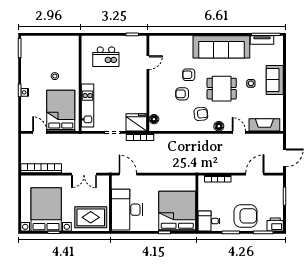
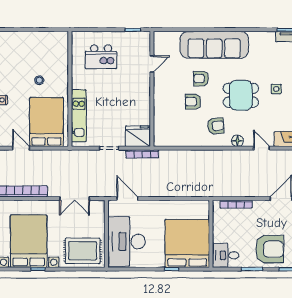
sofa: (221, 47) -> (214, 45), moved
floor lamp: (154, 119) -> (159, 132), removed

